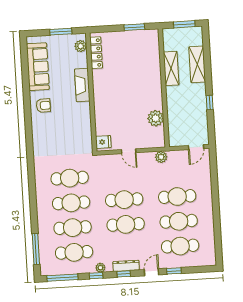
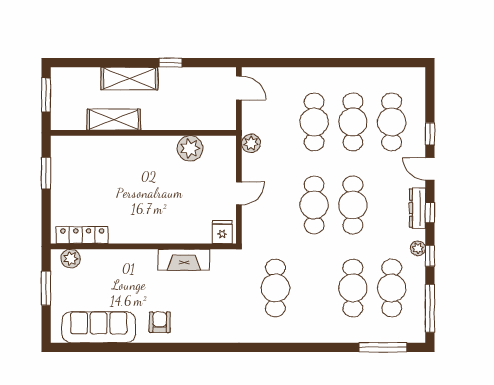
shelving: (197, 64) -> (129, 78), moved
fireplace: (82, 85) -> (184, 260), moved
cafe table: (71, 203) -> (314, 288), removed

